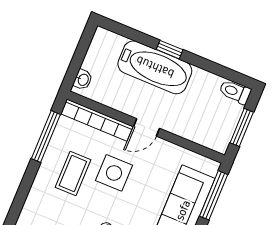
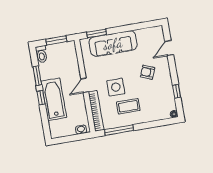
window: (206, 65) -> (37, 76), added
door: (146, 127) -> (85, 85), swing flipped
window: (214, 195) -> (97, 33), width x0.69

